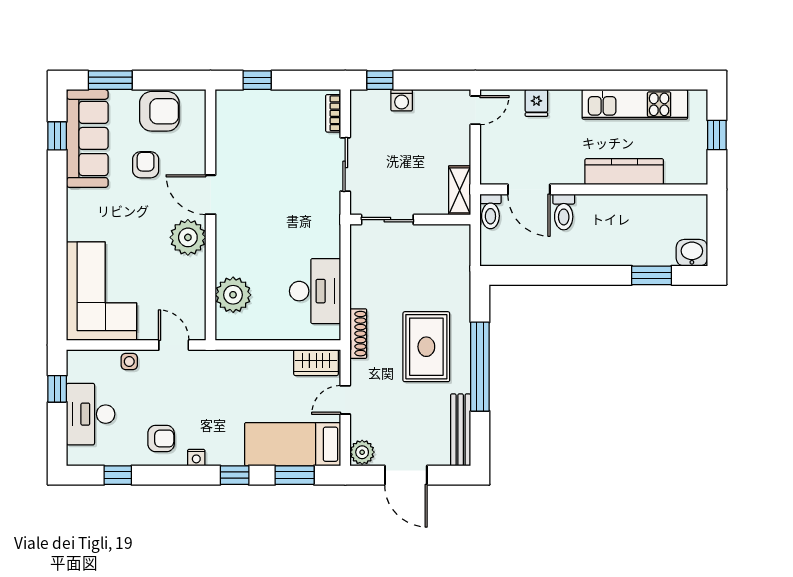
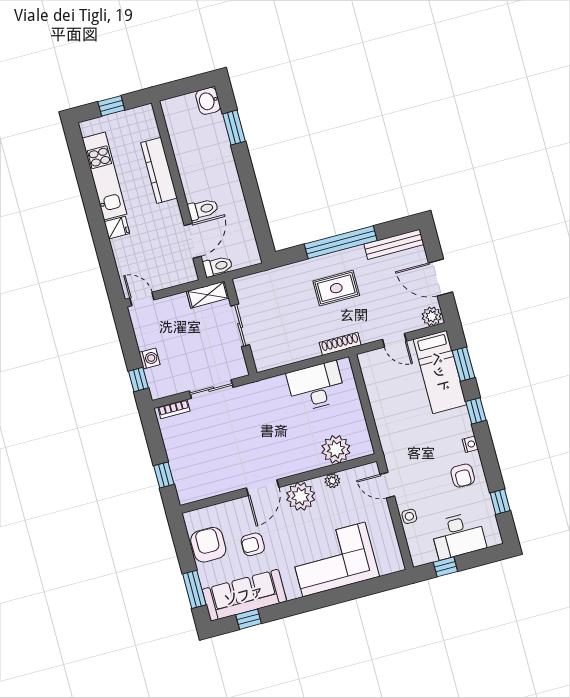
fridge: (536, 103) -> (117, 228), moved
sliding door: (387, 220) -> (240, 325), moved
plant: (197, 281) -> (332, 481), added
corner sofa: (102, 291) -> (334, 559), moved
door: (174, 345) -> (387, 485), hinge flipped
rug: (426, 347) -> (336, 288), width x0.73, depth x0.70
wardrobe: (316, 363) -> (371, 371), removed
armchair: (161, 439) -> (463, 476), turned 180
door: (406, 475) -> (440, 277), swing flipped

